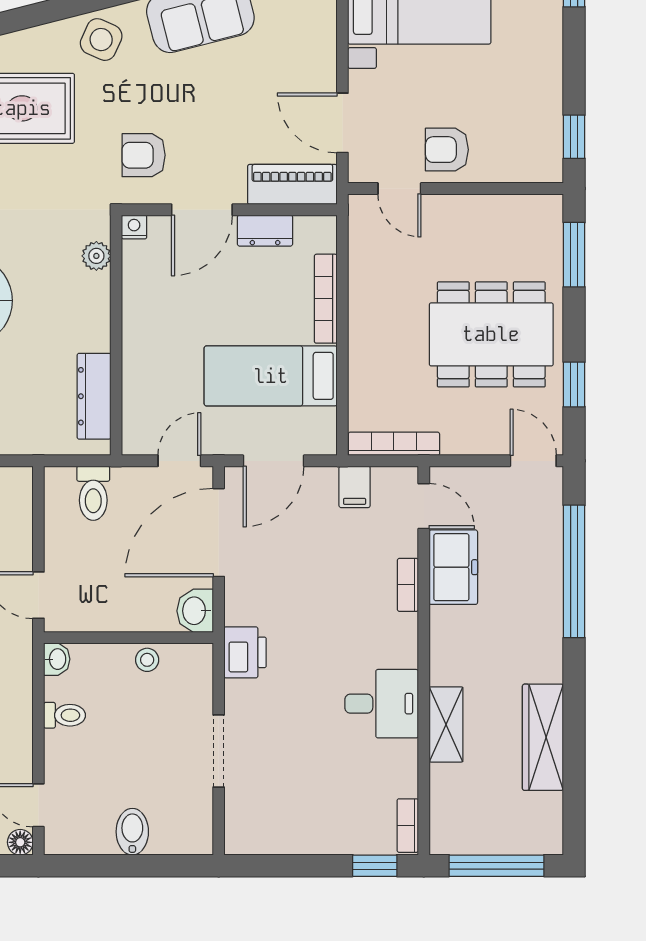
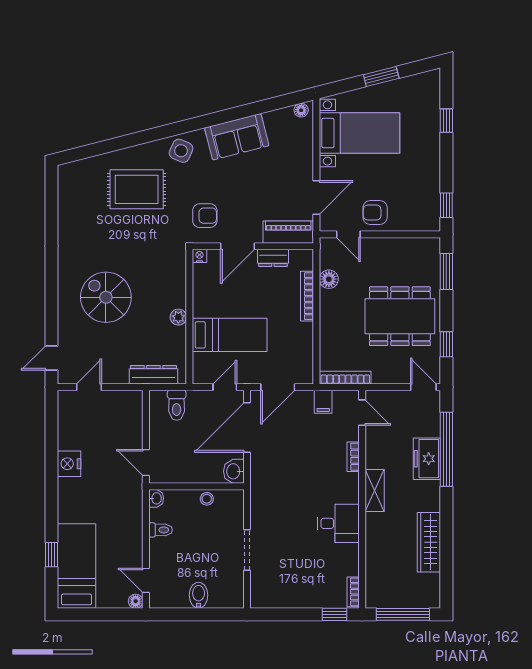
door: (342, 123) -> (316, 197), swing flipped
armchair: (144, 155) -> (205, 216), turned 180
plant: (96, 256) -> (178, 317), moved
floor lamp: (364, 268) -> (329, 279), added
bed: (271, 376) -> (230, 335), moved, turned 180
dresser: (94, 396) -> (153, 375), moved, turned 90
freezer: (453, 567) -> (427, 459), moved, turned 180
printer: (245, 652) -> (262, 495), removed
shelving: (446, 724) -> (375, 490), moved

